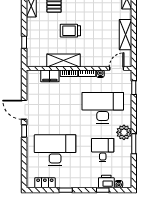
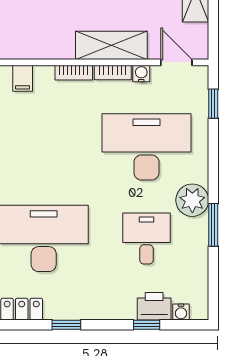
shelving: (64, 61) -> (111, 45), moved
door: (117, 69) -> (176, 62), hinge flipped
filing cabinet: (50, 76) -> (23, 78), width x0.50

